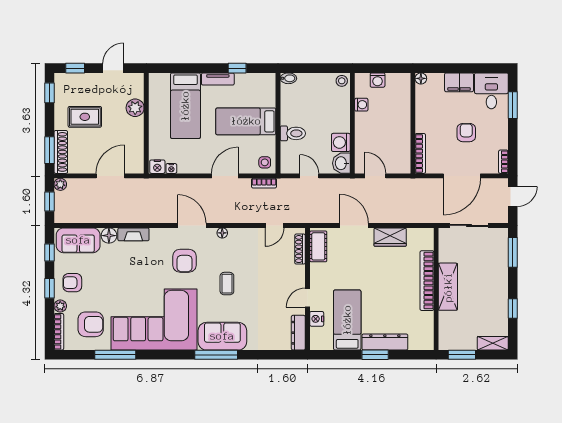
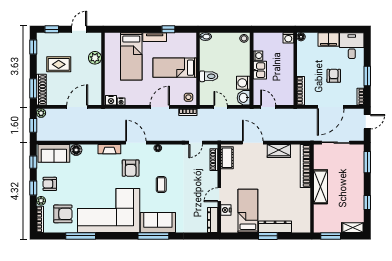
washing machine: (378, 80) -> (288, 38), moved
window: (513, 105) -> (367, 76), moved
kitchen sink: (364, 125) -> (260, 70), added
fireplace: (133, 234) -> (109, 149), moved
bookcase: (427, 281) -> (305, 166), moved

